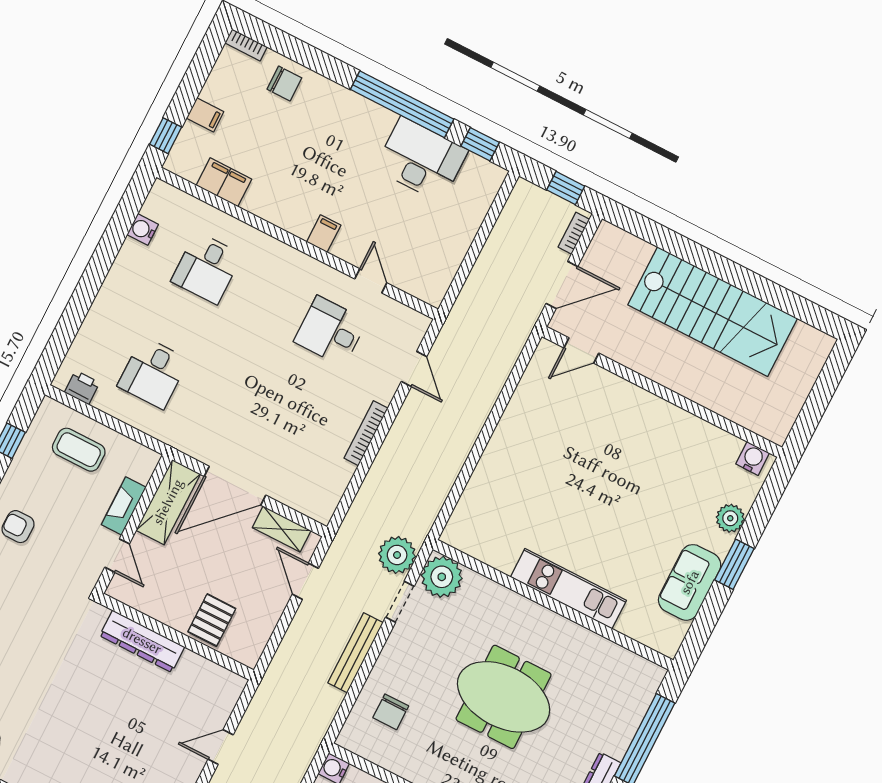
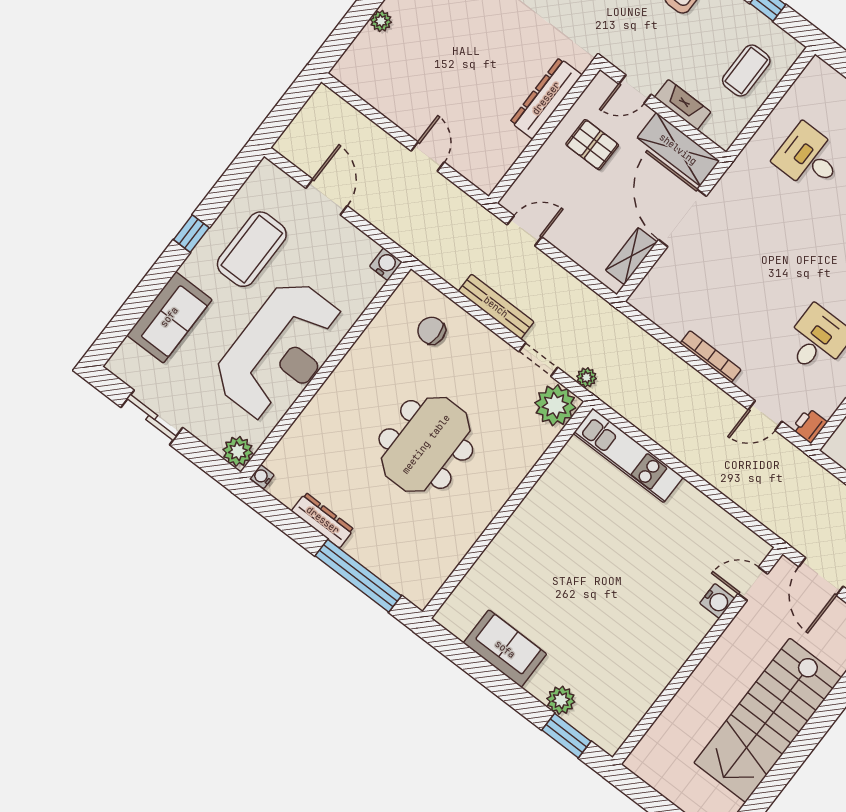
door: (581, 351) -> (753, 584), hinge flipped
printer: (82, 388) -> (809, 425), moved, turned 180
water cooler: (753, 458) -> (717, 601), moved
plant: (397, 555) -> (586, 377), width x0.53, depth x0.53
window: (734, 564) -> (566, 736), moved
door: (305, 581) -> (524, 231), moved
kitchen unit: (568, 589) -> (628, 455), moved, turned 90
pallet: (212, 620) -> (592, 145), moved

